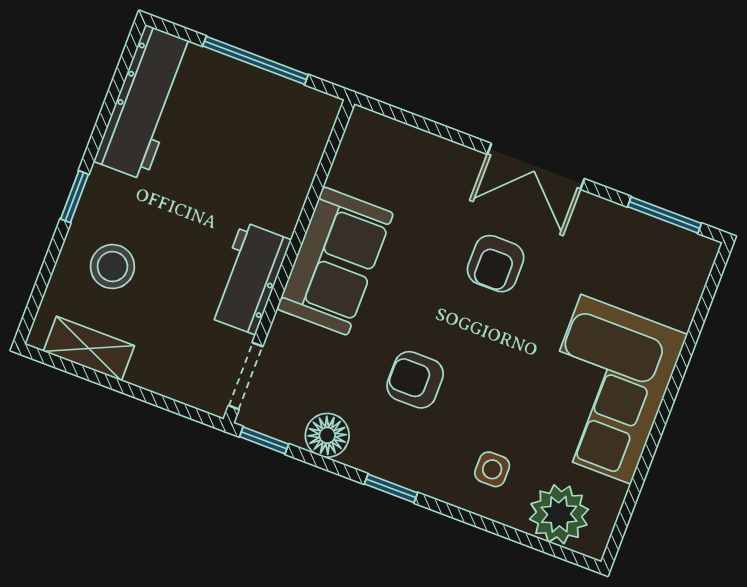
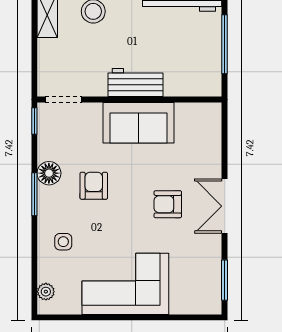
workbench: (249, 278) -> (135, 83), moved
floor lamp: (327, 435) -> (49, 173), moved
window: (391, 488) -> (34, 194), width x1.50
plant: (559, 514) -> (46, 292), width x0.53, depth x0.53

